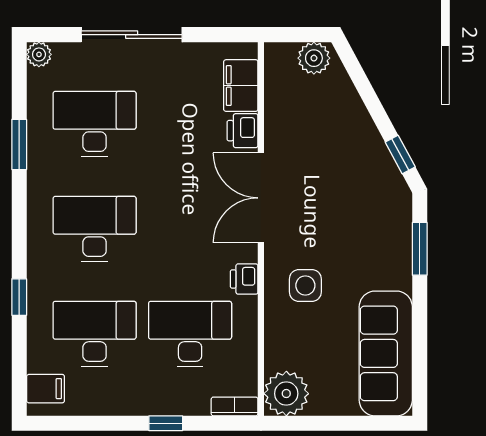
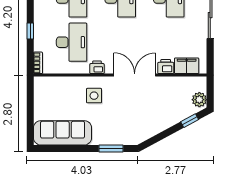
window: (400, 155) -> (190, 121), moved
plant: (286, 394) -> (44, 87), removed

